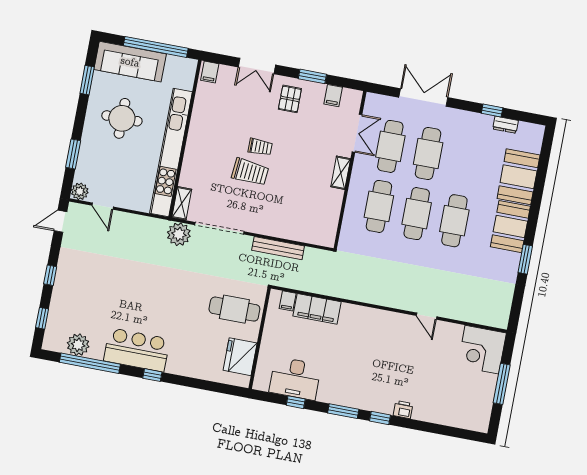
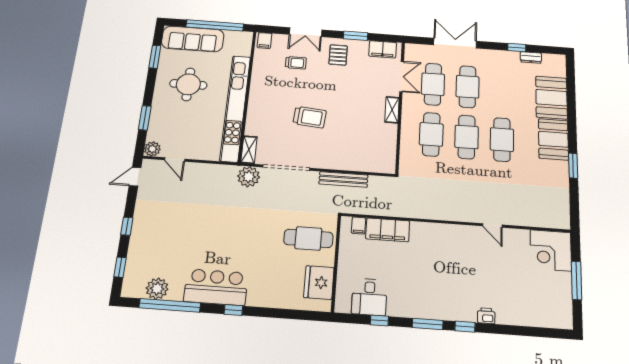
filing cabinet: (333, 96) -> (383, 49), width x2.00
trolley: (260, 147) -> (296, 63), moved
desk: (295, 378) -> (369, 297), width x0.73

